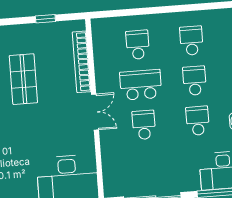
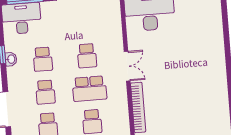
shop shelf: (23, 79) -> (186, 93), removed
double door: (95, 112) -> (127, 66), swing flipped

